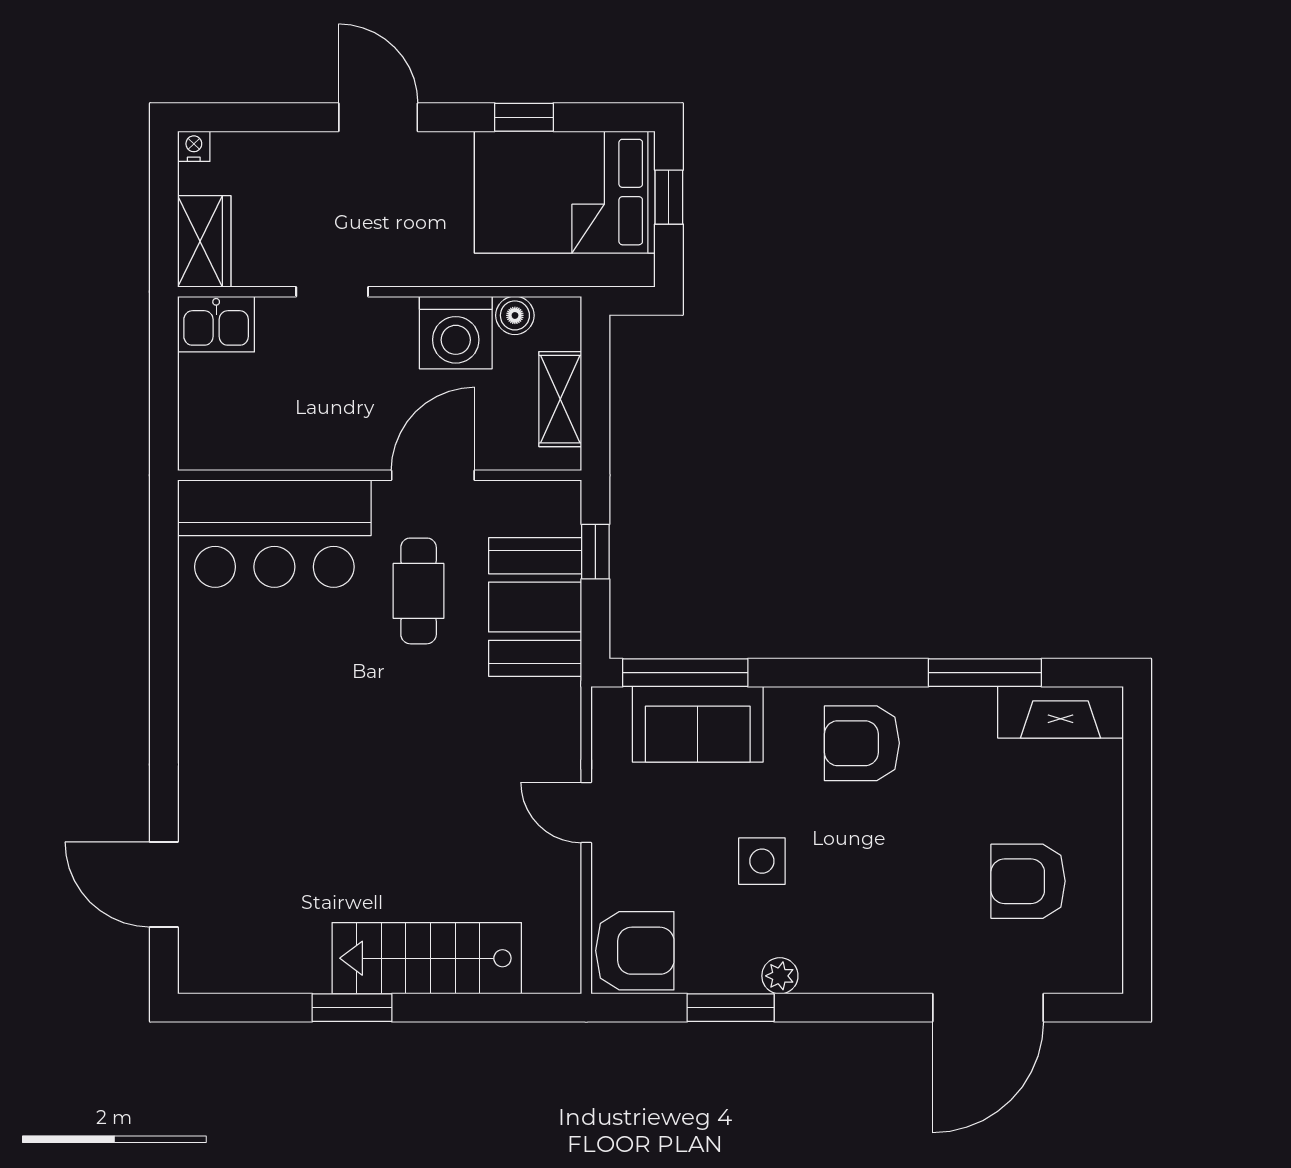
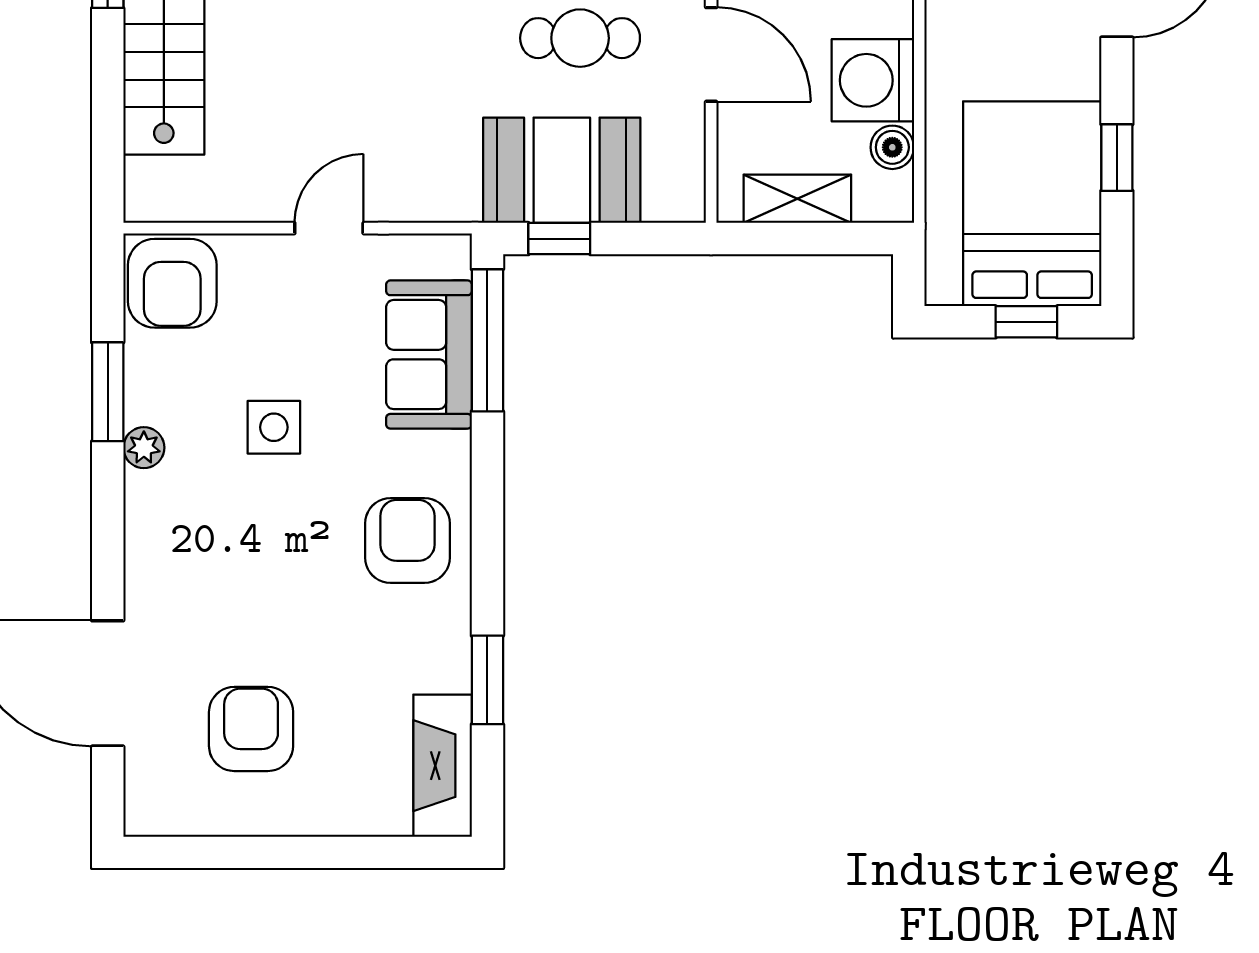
window: (595, 552) -> (559, 239), moved
window: (985, 673) -> (487, 680), width x0.69

